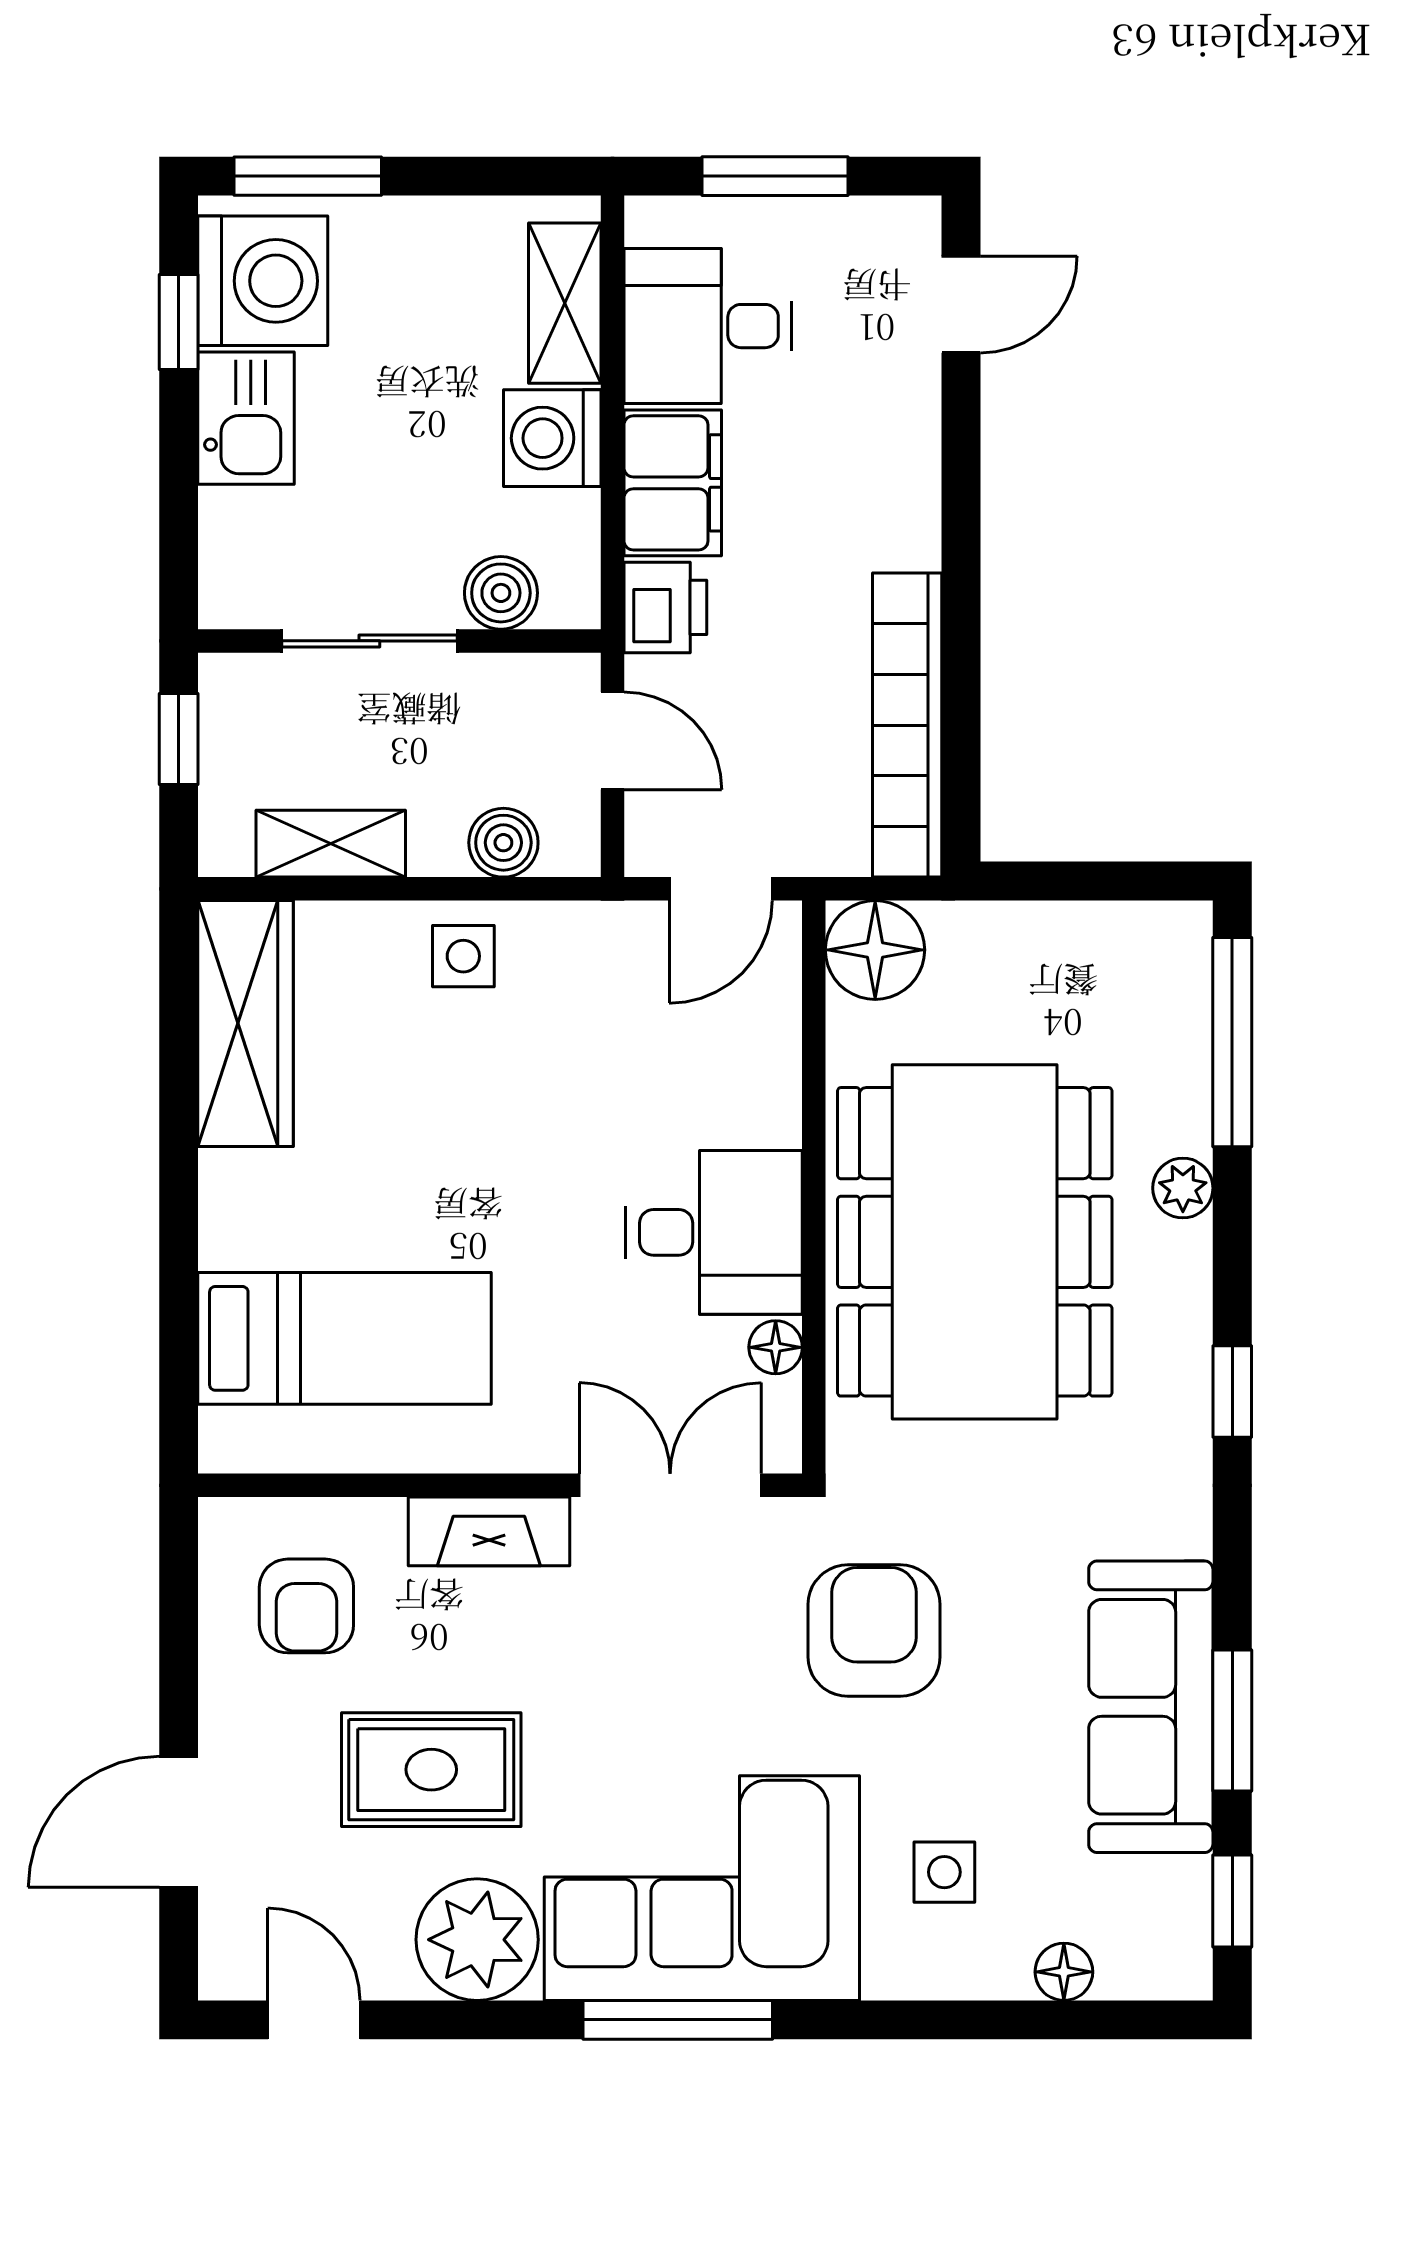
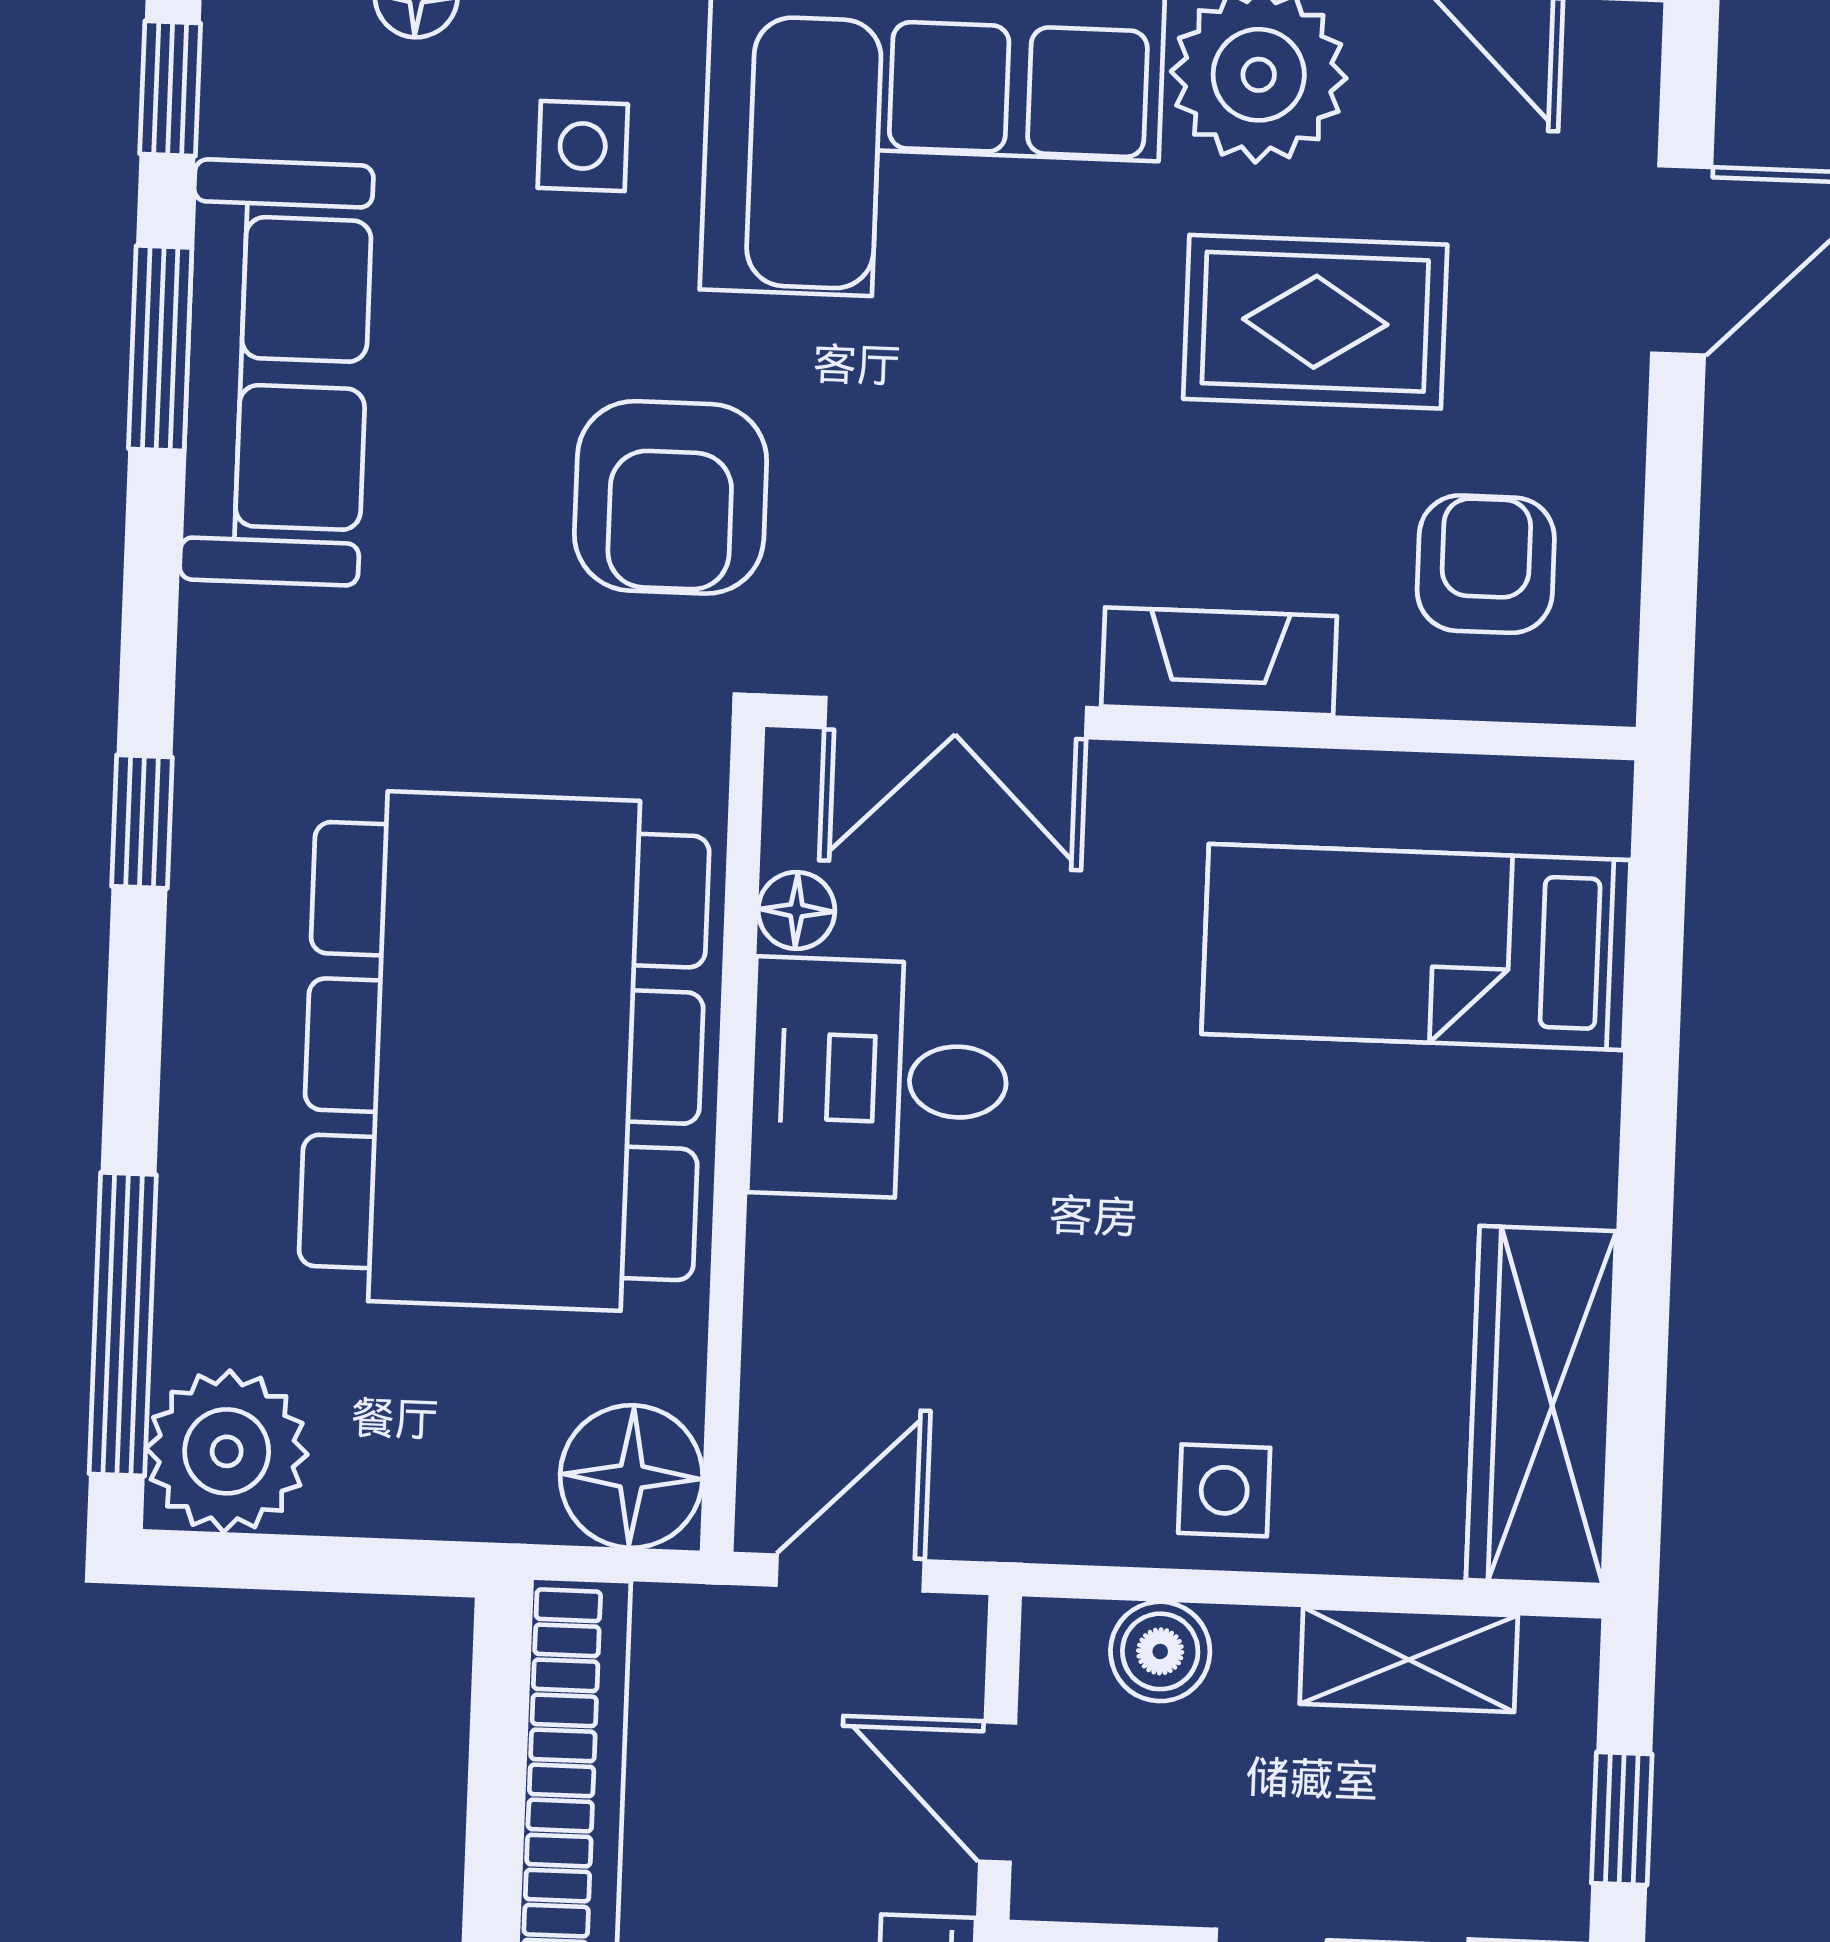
plant: (1183, 1188) -> (227, 1451), moved, width x1.88, depth x1.88

